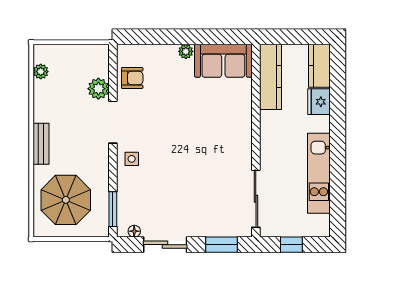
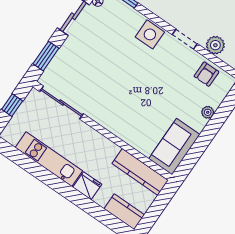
plant: (186, 51) -> (208, 112), moved
fridge: (319, 102) -> (87, 186), moved
doorway: (113, 122) -> (185, 39), width x0.73
side table: (132, 159) -> (150, 34), width x1.87, depth x1.87

